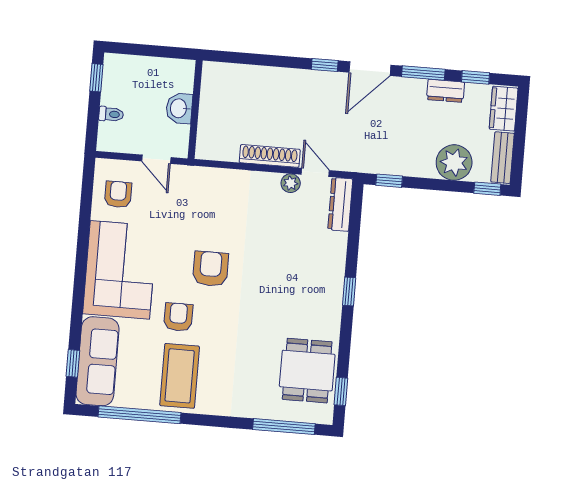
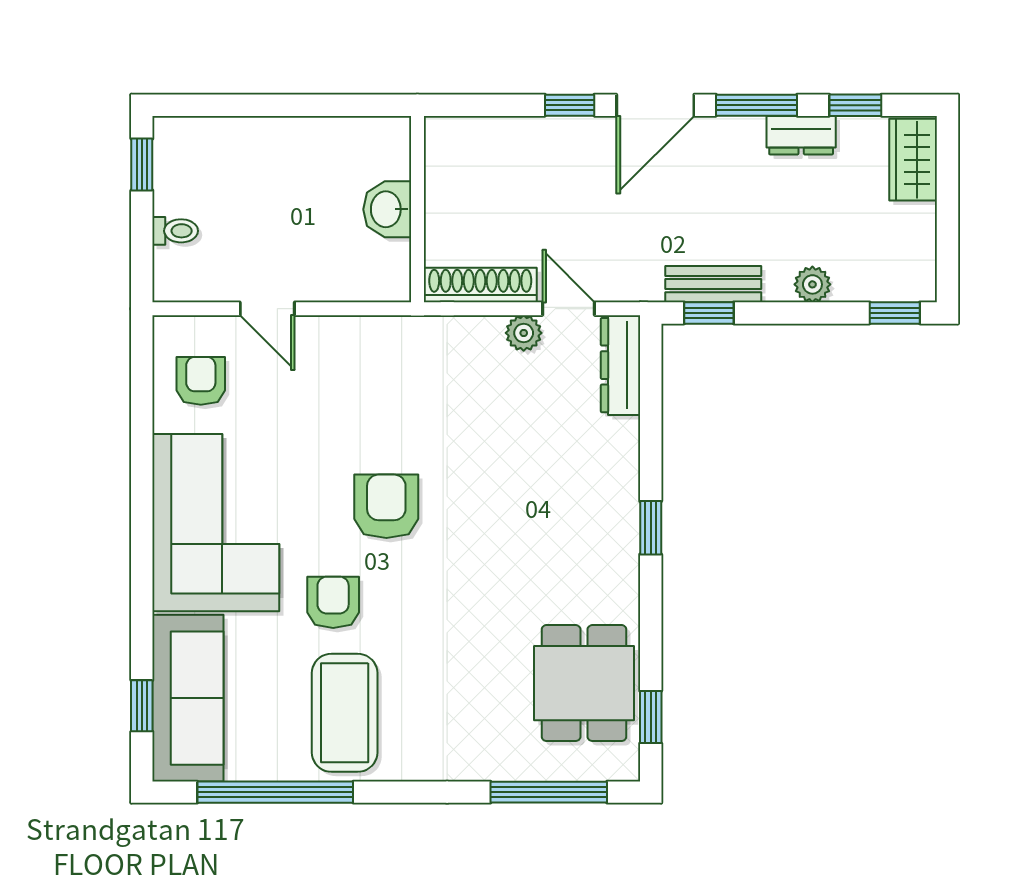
washbasin: (179, 108) -> (387, 209), moved
wall: (195, 110) -> (417, 209), moved
bench: (503, 158) -> (713, 284), moved, turned 90
plant: (454, 162) -> (812, 284), width x0.53, depth x0.53

